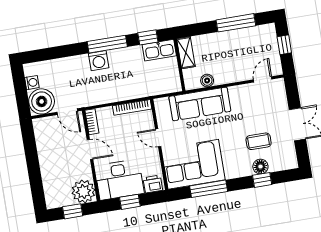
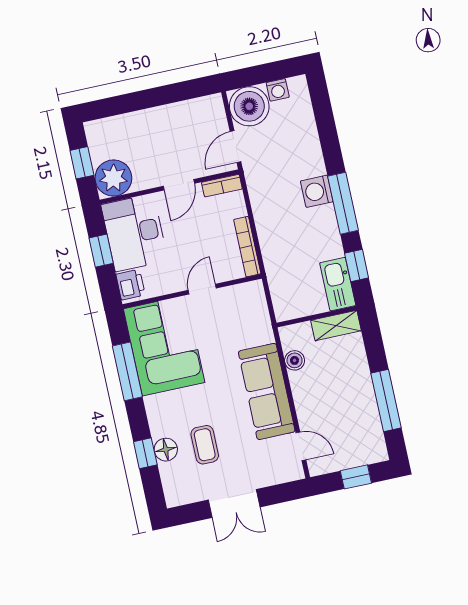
sofa: (200, 104) -> (267, 391), moved

